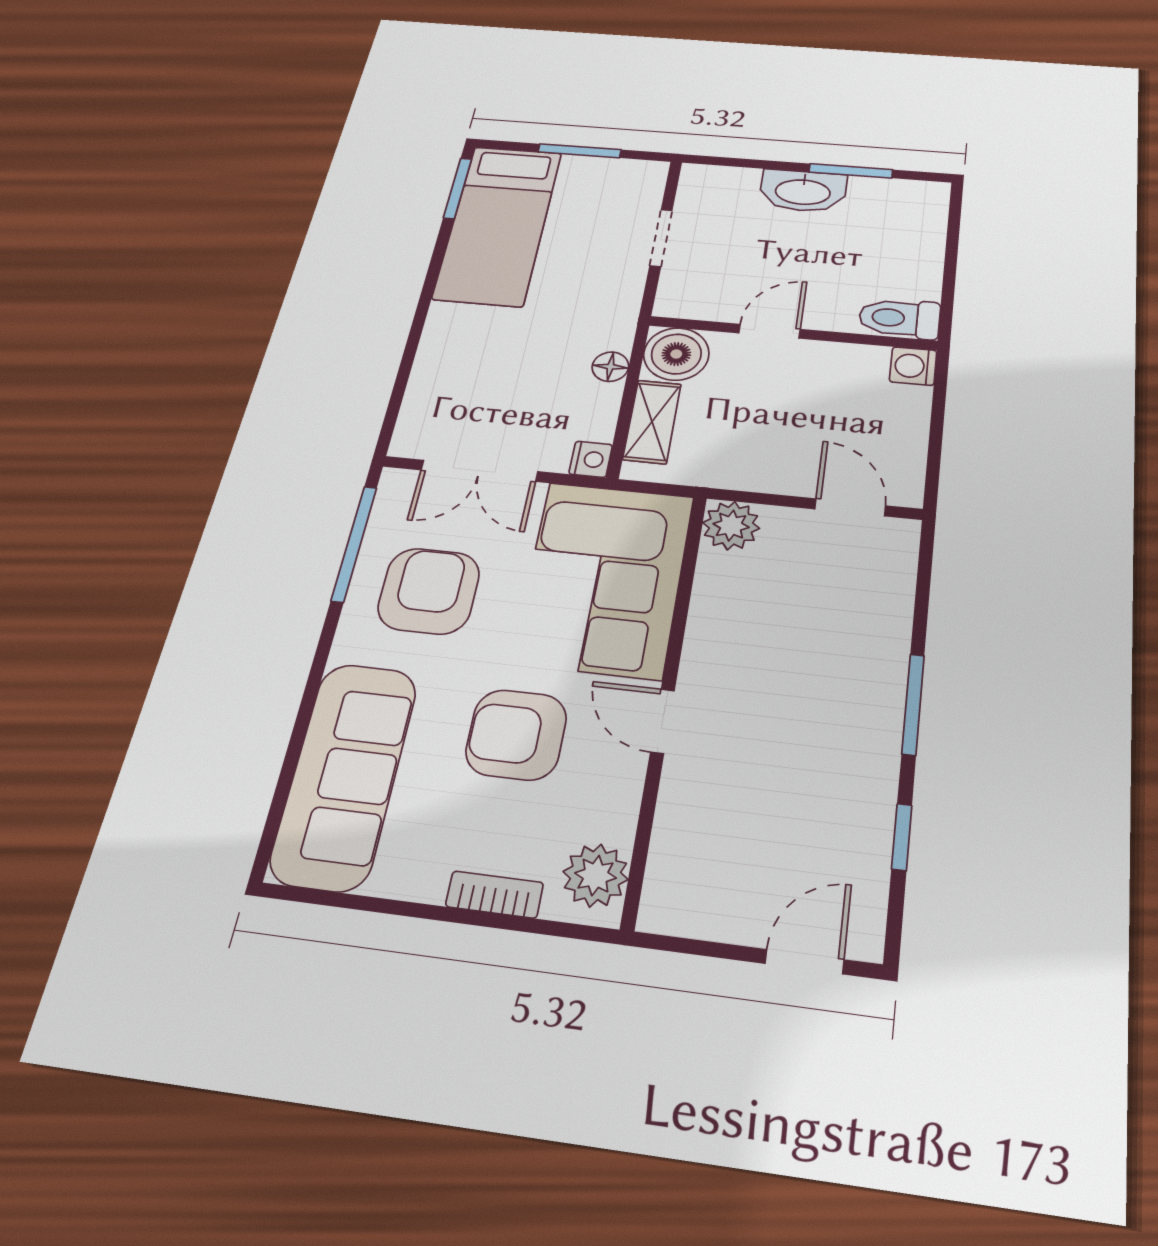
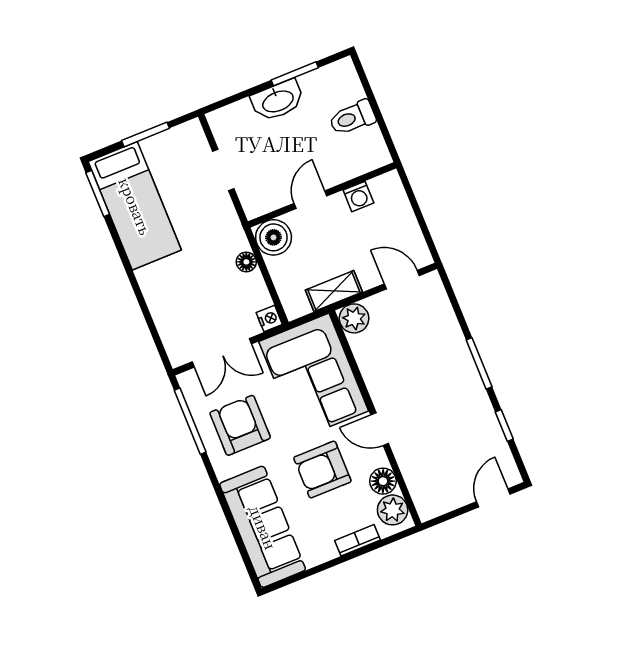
toilet: (899, 318) -> (352, 118), moved
washing machine: (913, 366) -> (358, 196), moved, turned -90
shelving: (652, 422) -> (334, 291), moved, turned 90
floor lamp: (611, 813) -> (383, 481), added

